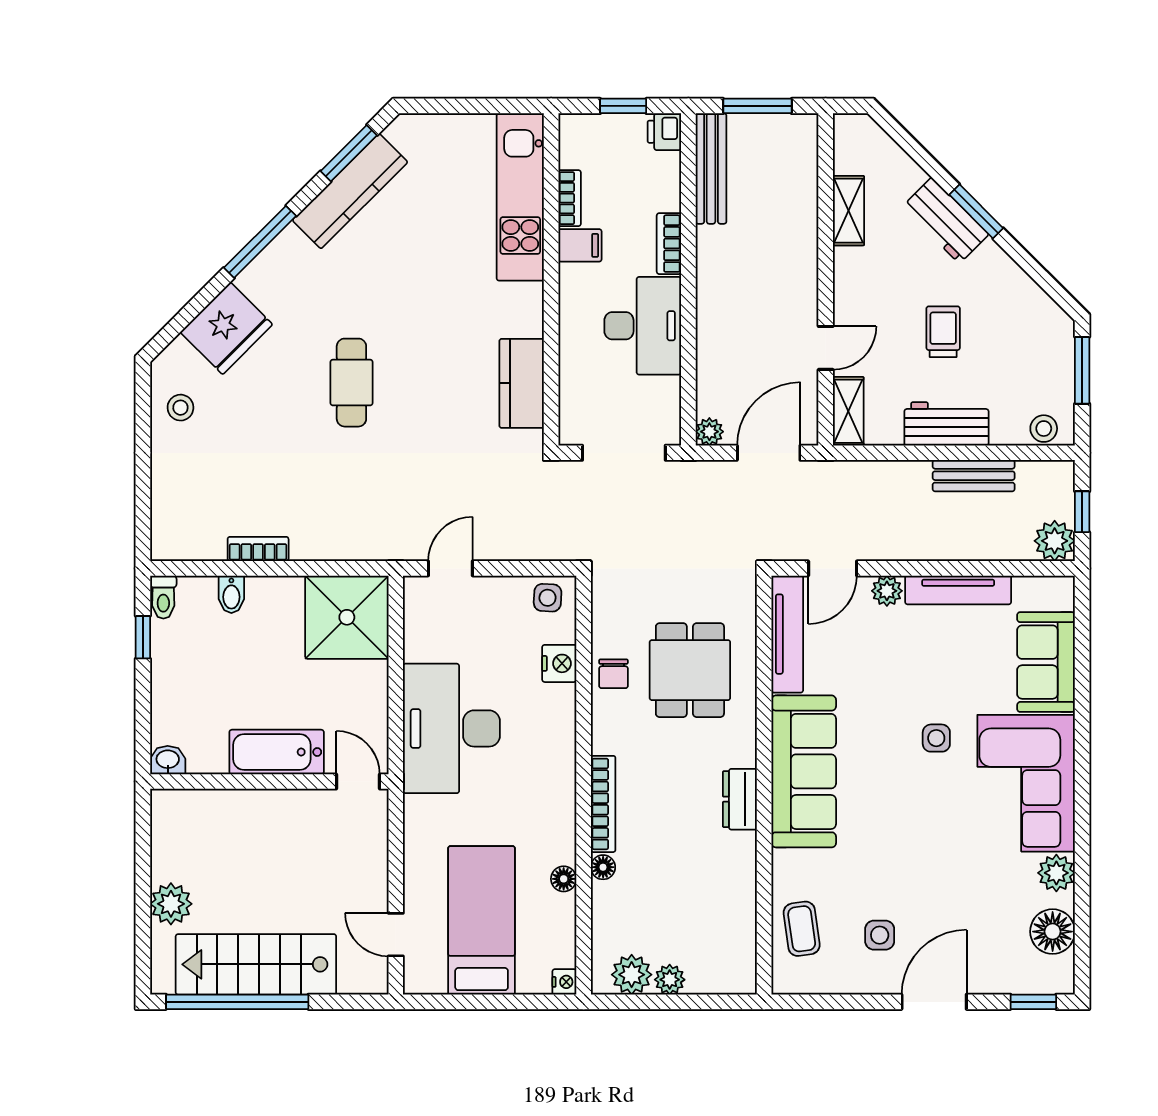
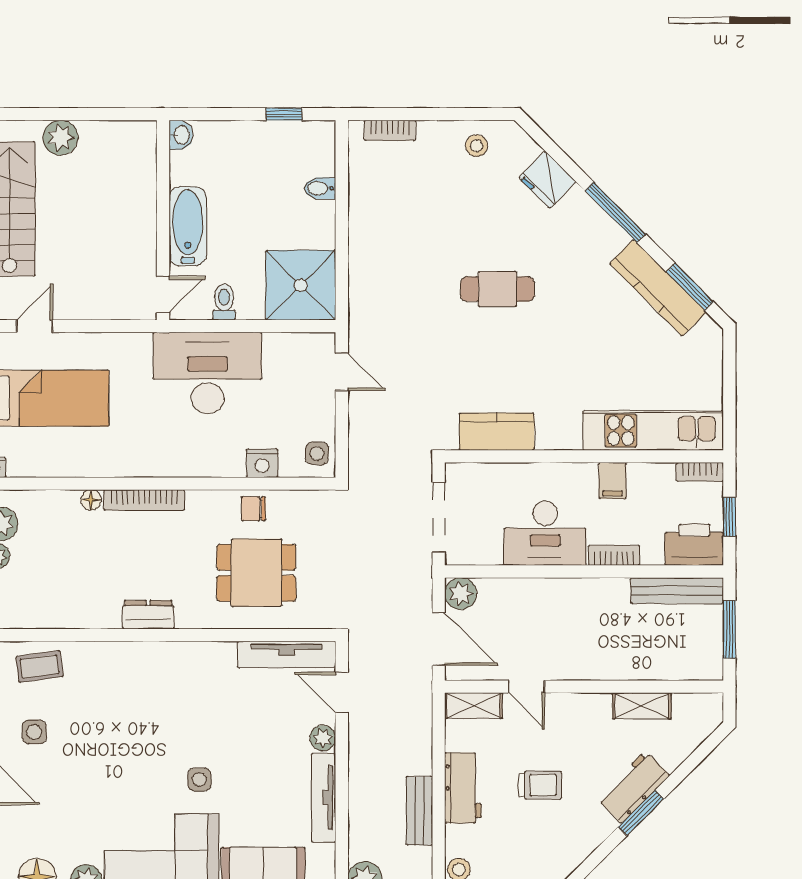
printer: (664, 132) -> (694, 545), width x1.87, depth x1.48
bookcase: (570, 198) -> (700, 472), moved
fridge: (226, 328) -> (547, 180), width x0.73, depth x0.75
plant: (709, 432) -> (461, 594), width x1.38, depth x1.38
bookcase: (258, 549) -> (390, 130), moved, turned 90
toilet: (163, 597) -> (224, 302), moved, turned 90
sofa: (804, 771) -> (171, 668), removed
floor lamp: (564, 879) -> (81, 467), removed

